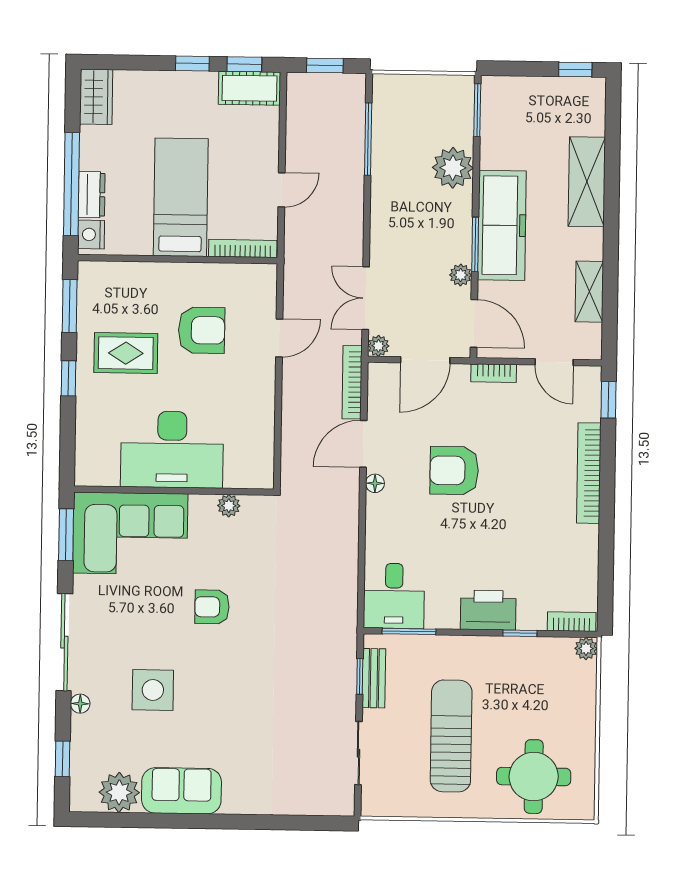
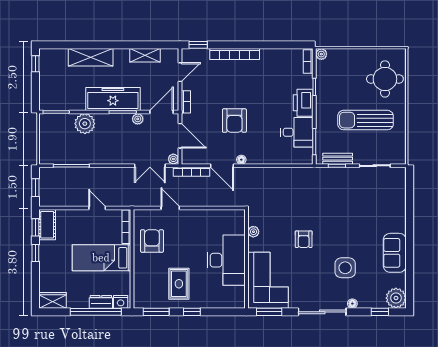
armchair: (202, 330) -> (152, 241), moved
desk: (394, 596) -> (297, 132), moved
plant: (119, 792) -> (396, 298), moved

